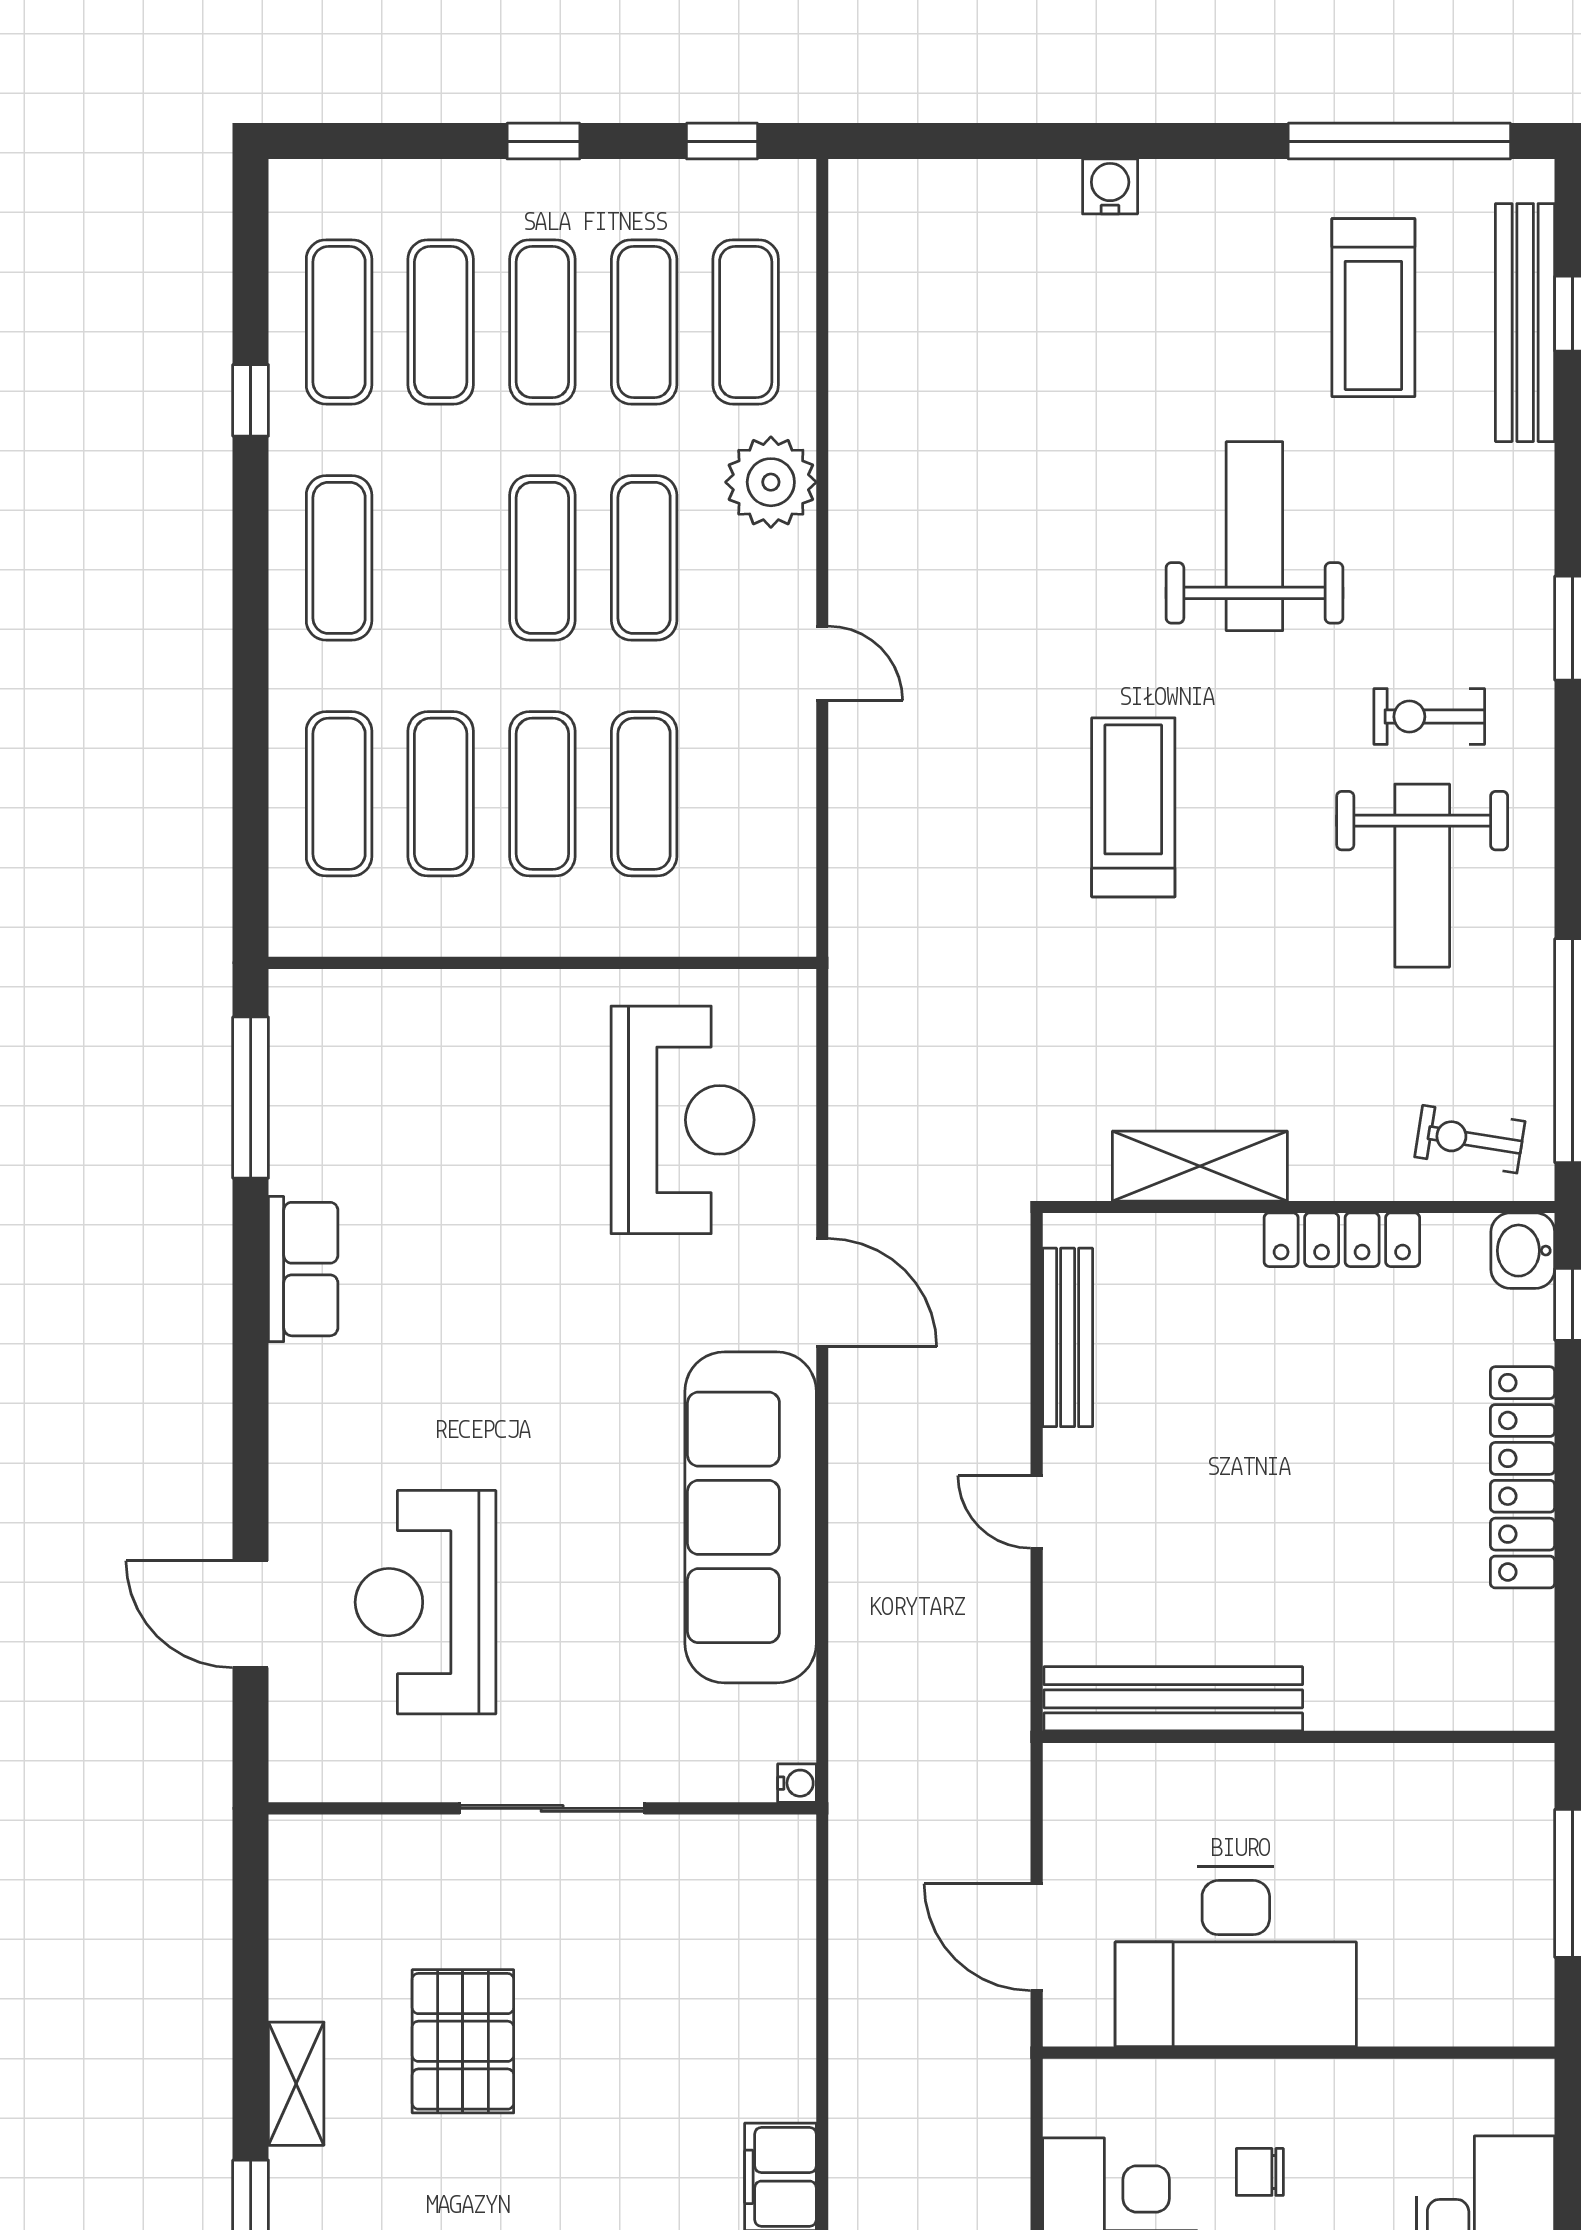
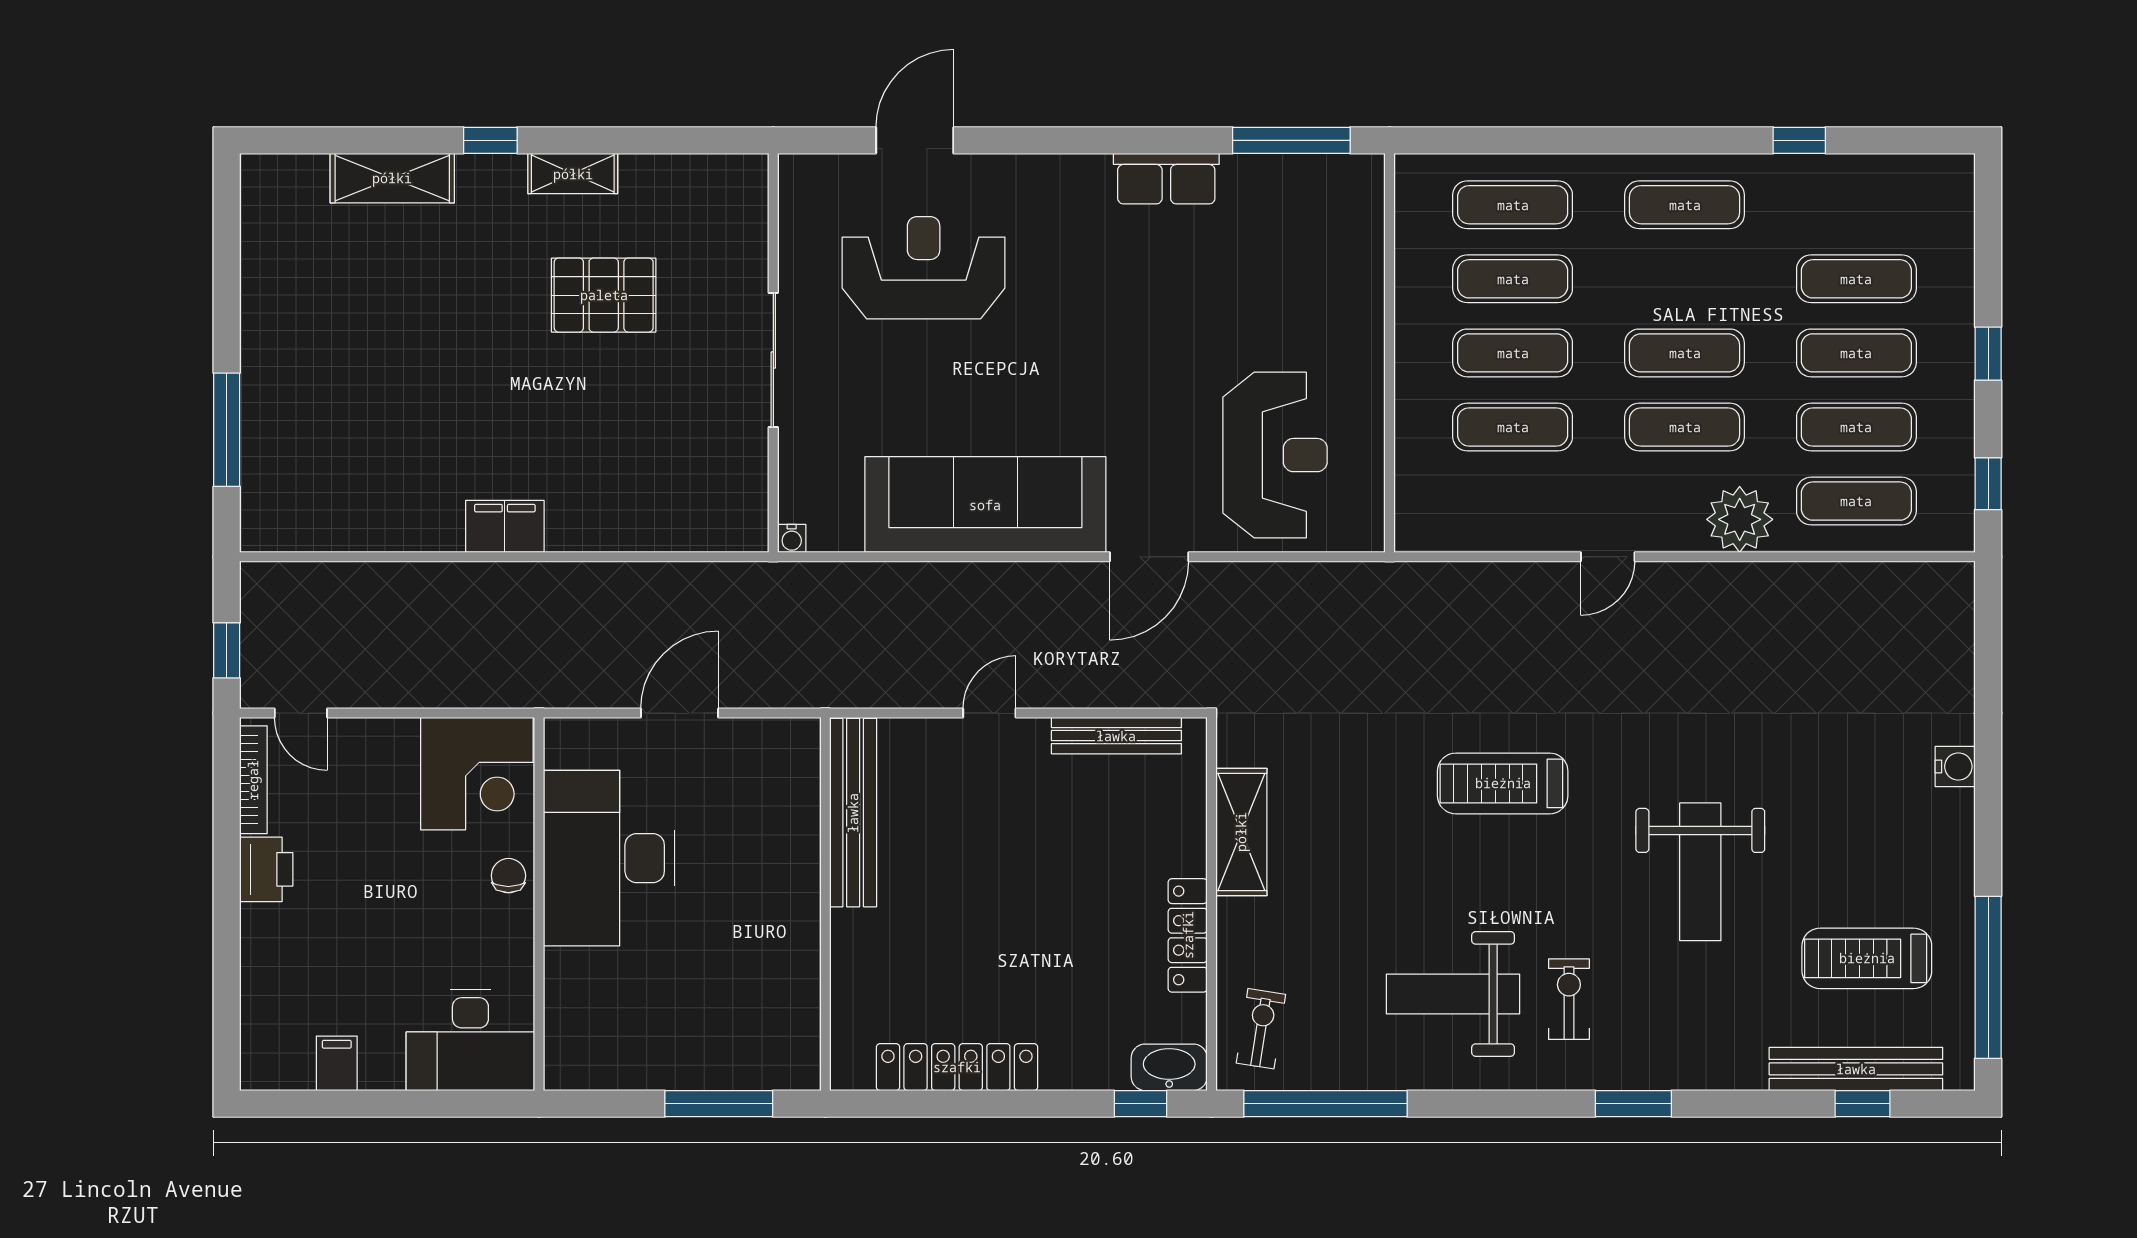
exercise mat: (339, 322) -> (1856, 205), removed
weight bench: (1254, 536) -> (1700, 872), turned 90
treadmill: (1133, 807) -> (1503, 783), turned 180
reception desk: (683, 1120) -> (1275, 455), turned -90
washbasin: (1523, 1251) -> (1169, 1067), width x1.38
locker: (1523, 1477) -> (957, 1067), moved
desk: (1236, 1956) -> (609, 858), moved
wall: (1299, 2053) -> (539, 904), moved

